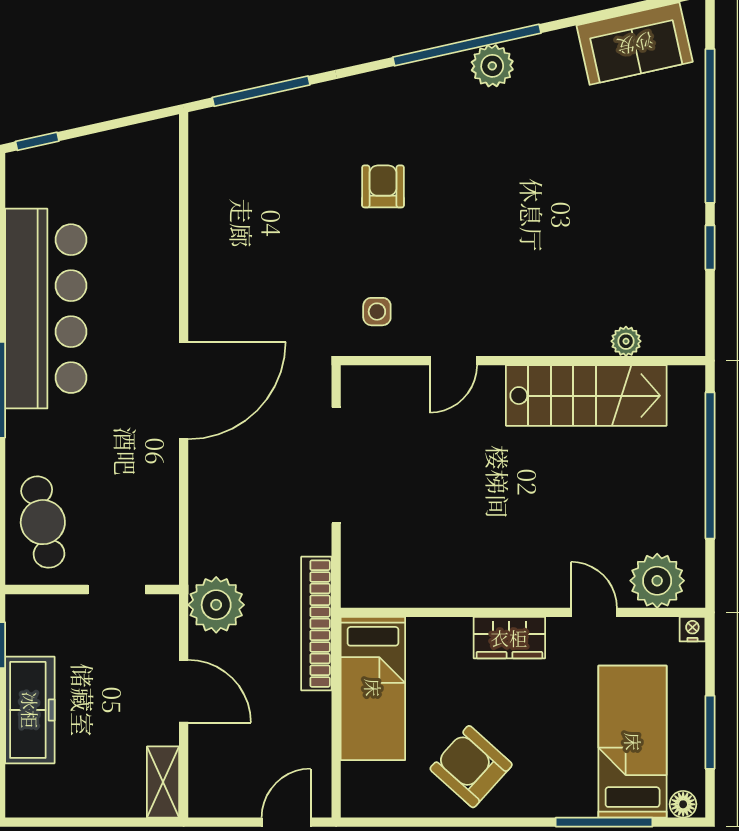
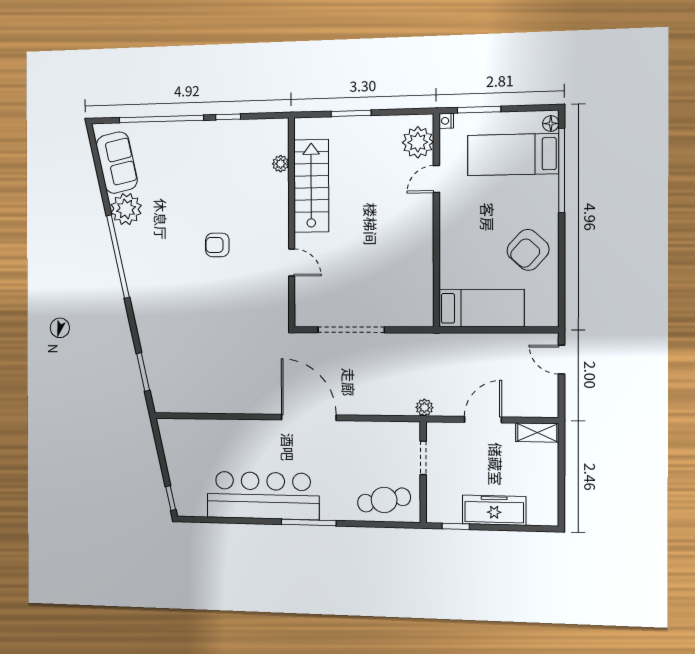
plant: (492, 66) -> (126, 209), moved, width x1.36, depth x1.36
window: (261, 91) -> (143, 372), width x0.69
armchair: (383, 186) -> (217, 245), moved
side table: (377, 312) -> (264, 307), removed
window: (710, 466) -> (351, 113), width x0.47
plant: (216, 605) -> (424, 408), width x0.53, depth x0.53
bookcase: (316, 624) -> (443, 341), removed
wardrobe: (509, 638) -> (451, 228), removed
window: (710, 732) -> (479, 110), moved
window: (604, 822) -> (562, 170), width x1.46

